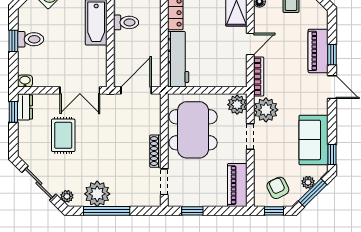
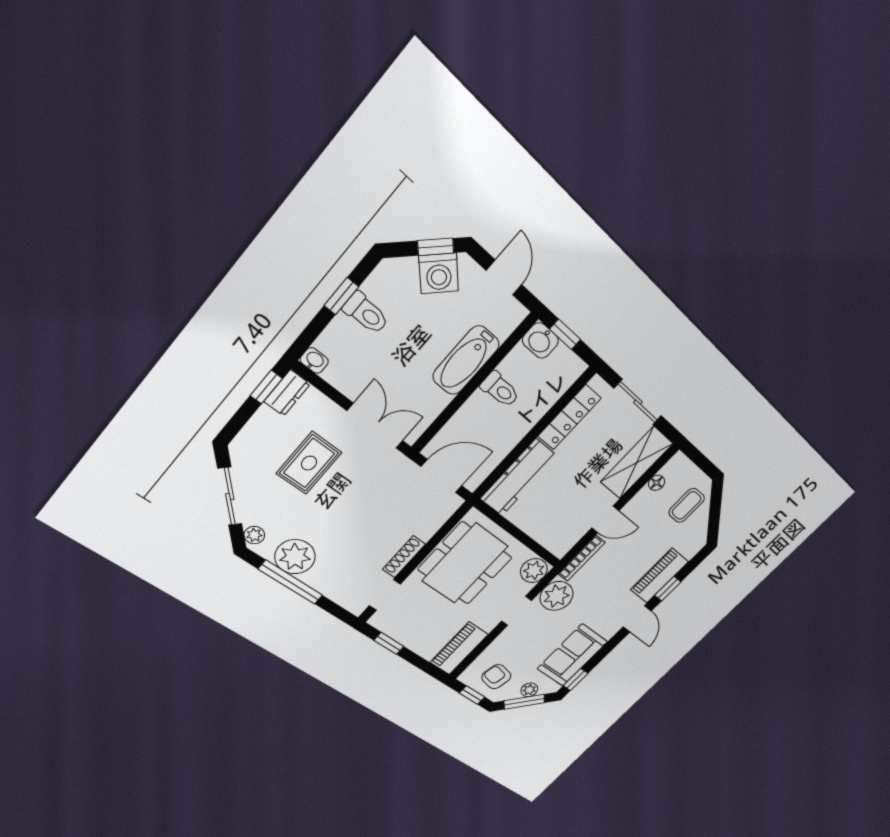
double door: (80, 90) -> (375, 426), swing flipped
armchair: (278, 188) -> (496, 677), turned -53

